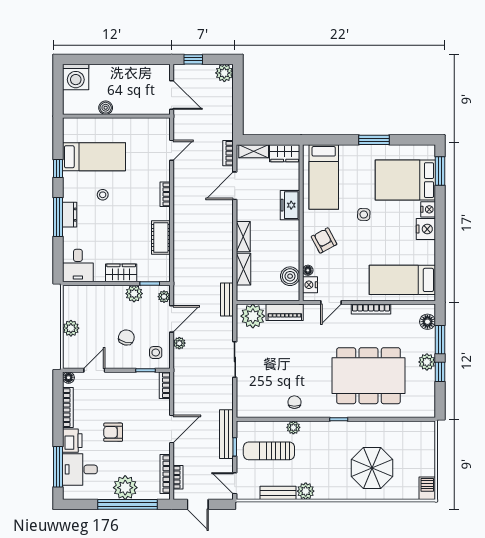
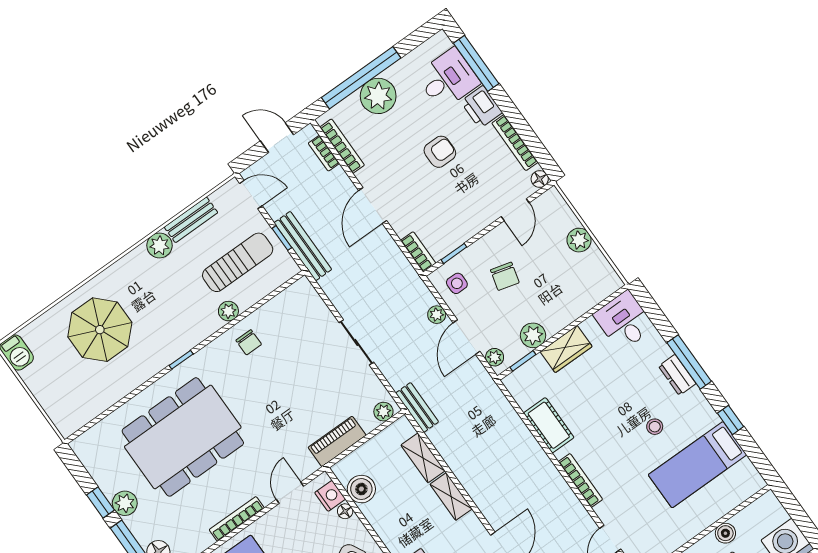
bookcase: (165, 194) -> (580, 480), width x1.56
plant: (253, 316) -> (383, 412), width x0.53, depth x0.53

